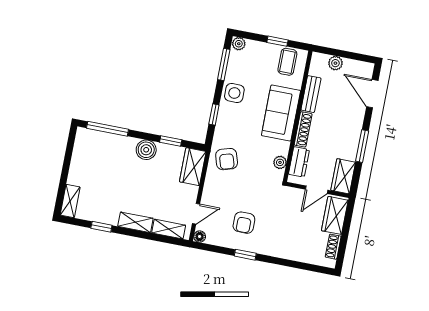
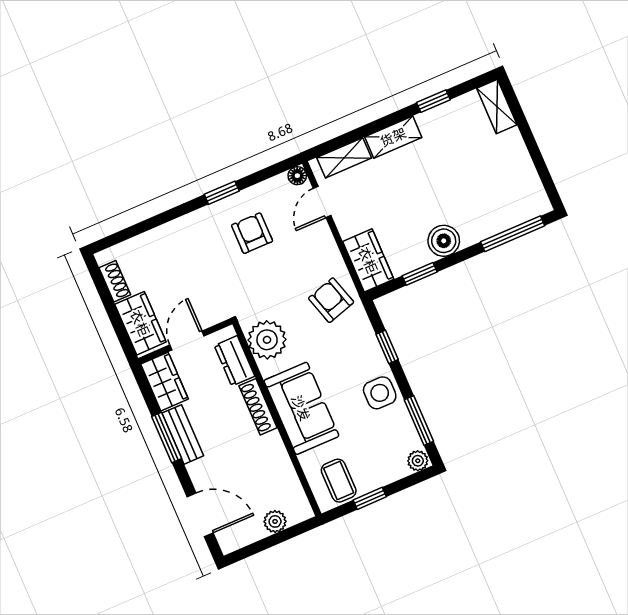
bench: (311, 94) -> (183, 434), moved
plant: (280, 162) -> (267, 340), width x1.88, depth x1.88

